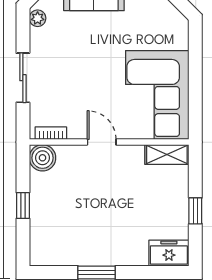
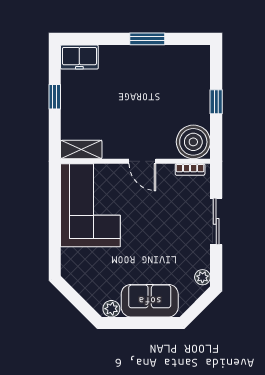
boiler: (42, 158) -> (193, 142), width x1.37, depth x1.37

